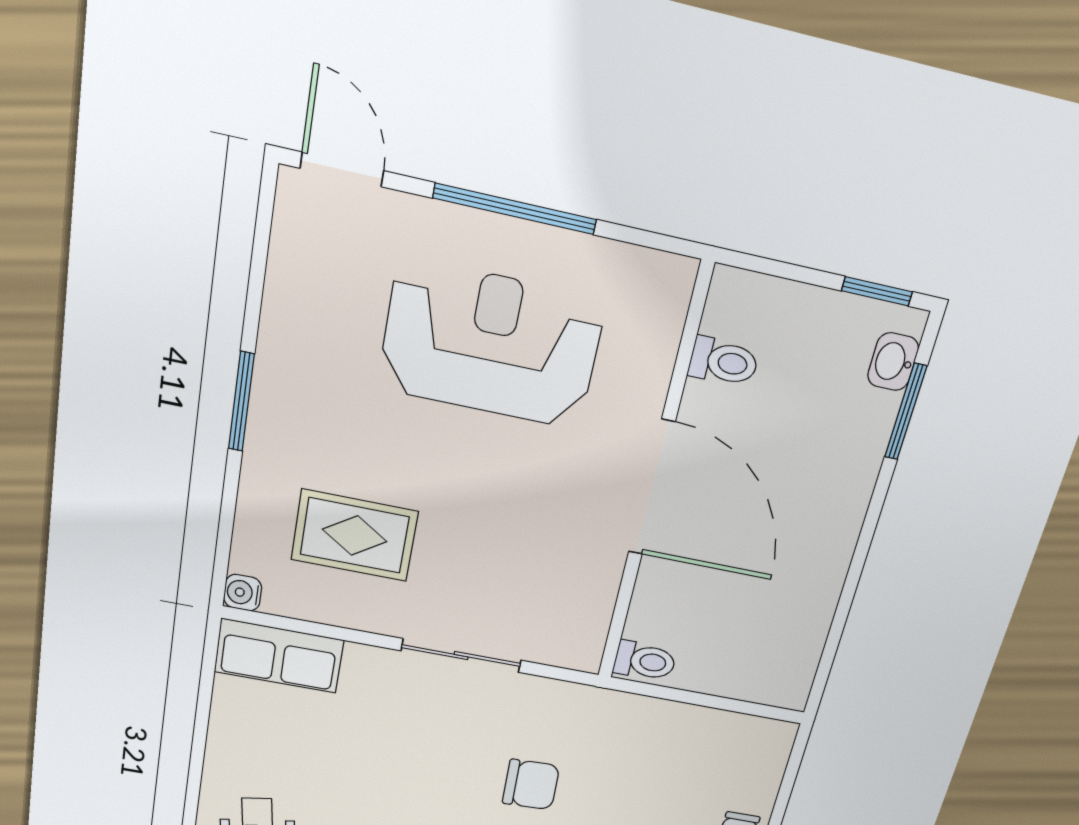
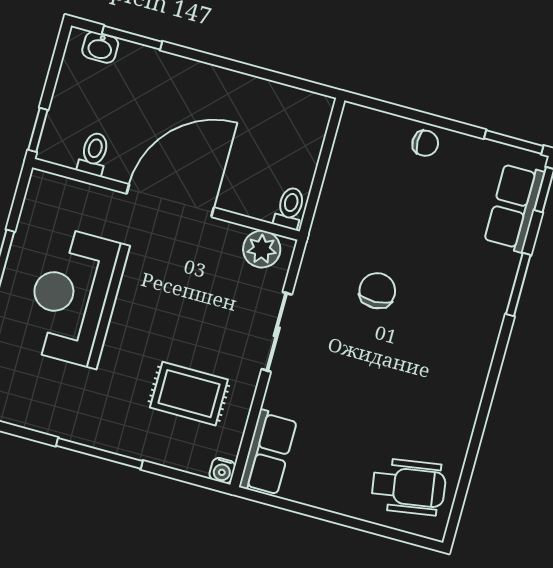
window: (877, 291) -> (38, 130), moved
window: (241, 402) -> (99, 453), width x1.44
rug: (355, 536) -> (189, 394), turned 90
plant: (583, 626) -> (262, 249), added

